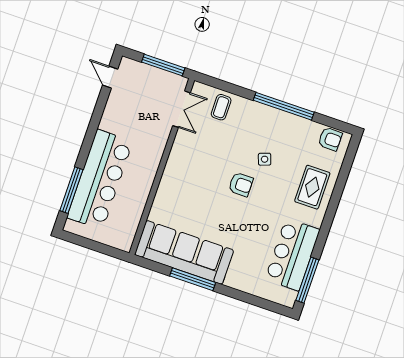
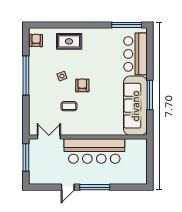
door: (110, 77) -> (68, 187), moved
coffee table: (221, 107) -> (69, 106), moved
bar counter: (100, 179) -> (94, 151), moved, turned 180
window: (71, 190) -> (95, 187), moved
bar counter: (292, 255) -> (136, 54), moved, turned 90

